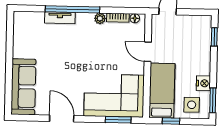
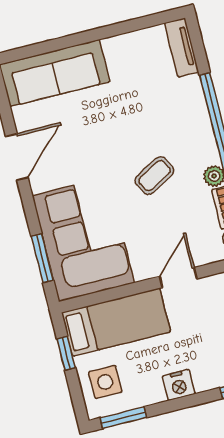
tv unit: (60, 18) -> (182, 47), moved
coffee table: (91, 49) -> (154, 176), added
nightstand: (203, 83) -> (179, 385), moved

